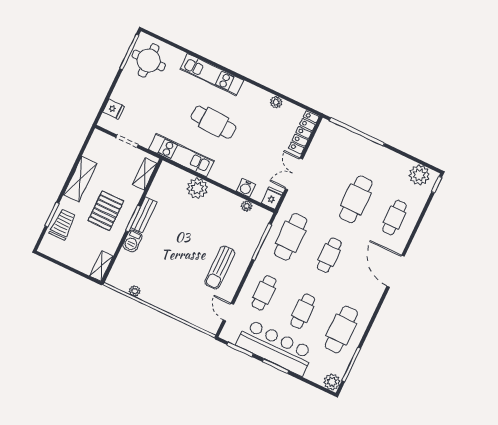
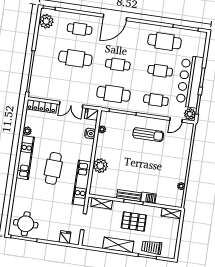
kitchen unit: (212, 75) -> (25, 158), moved
plant: (332, 382) -> (190, 114), moved

